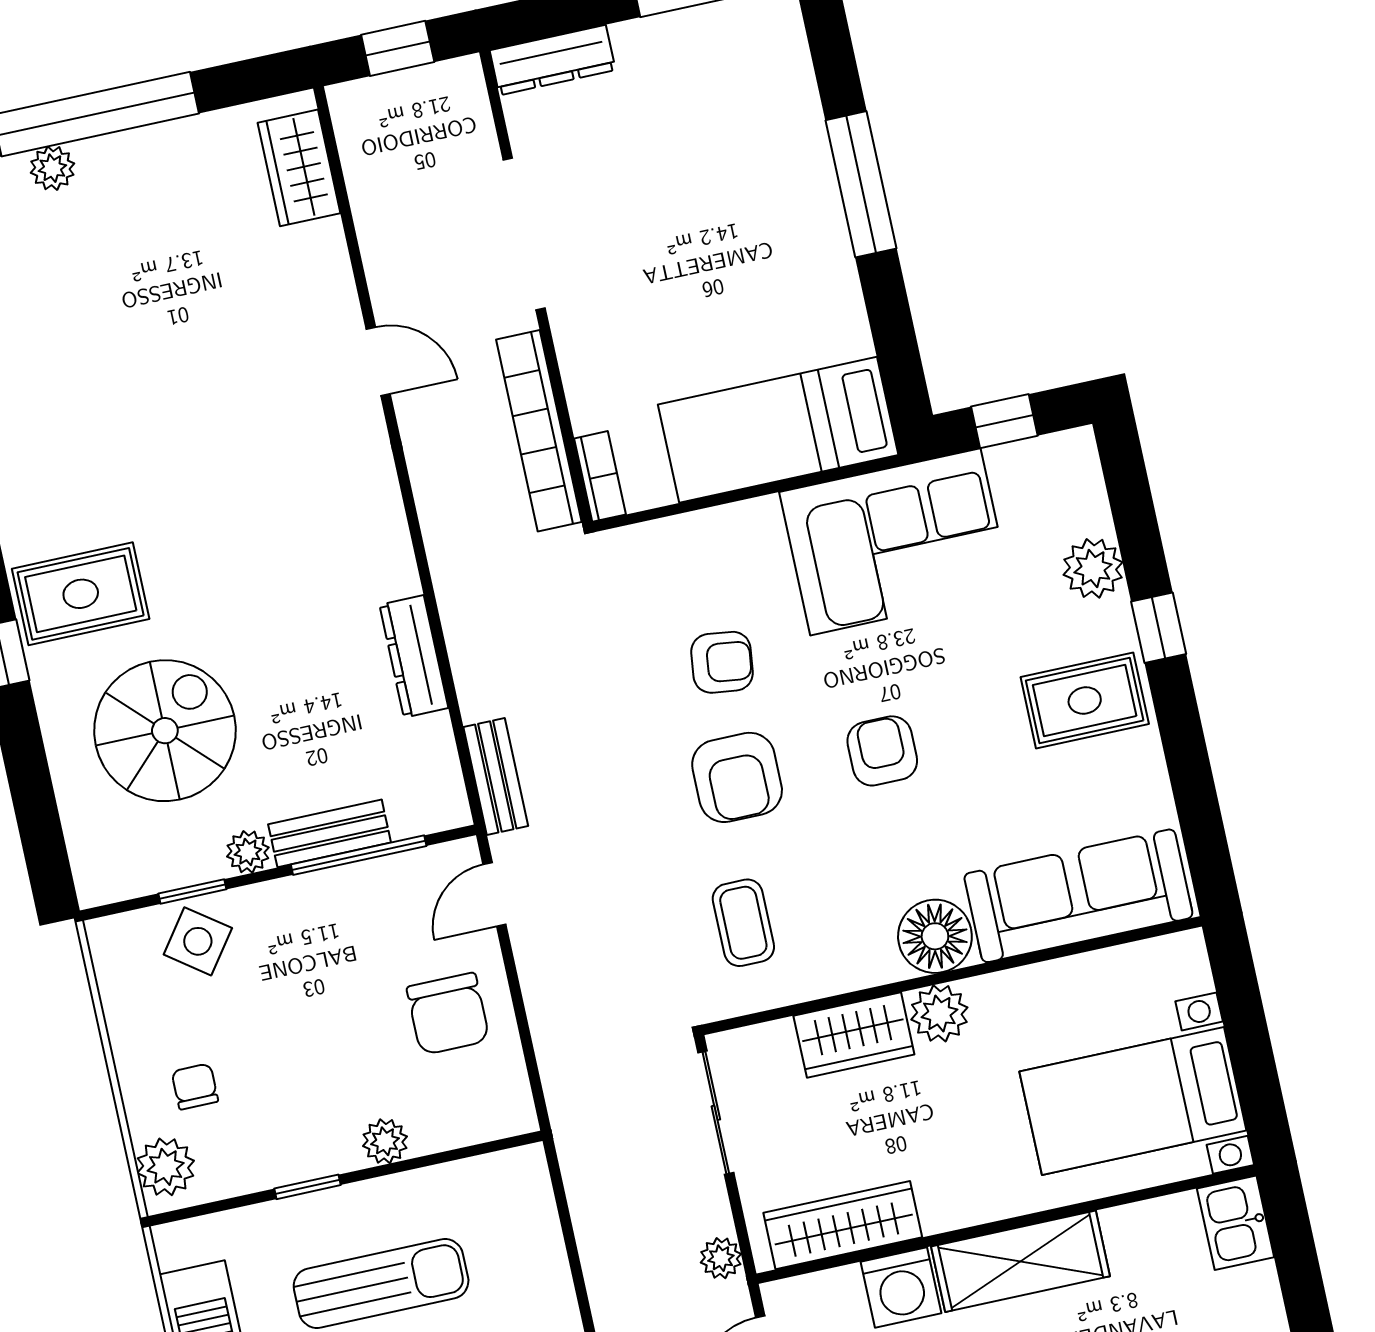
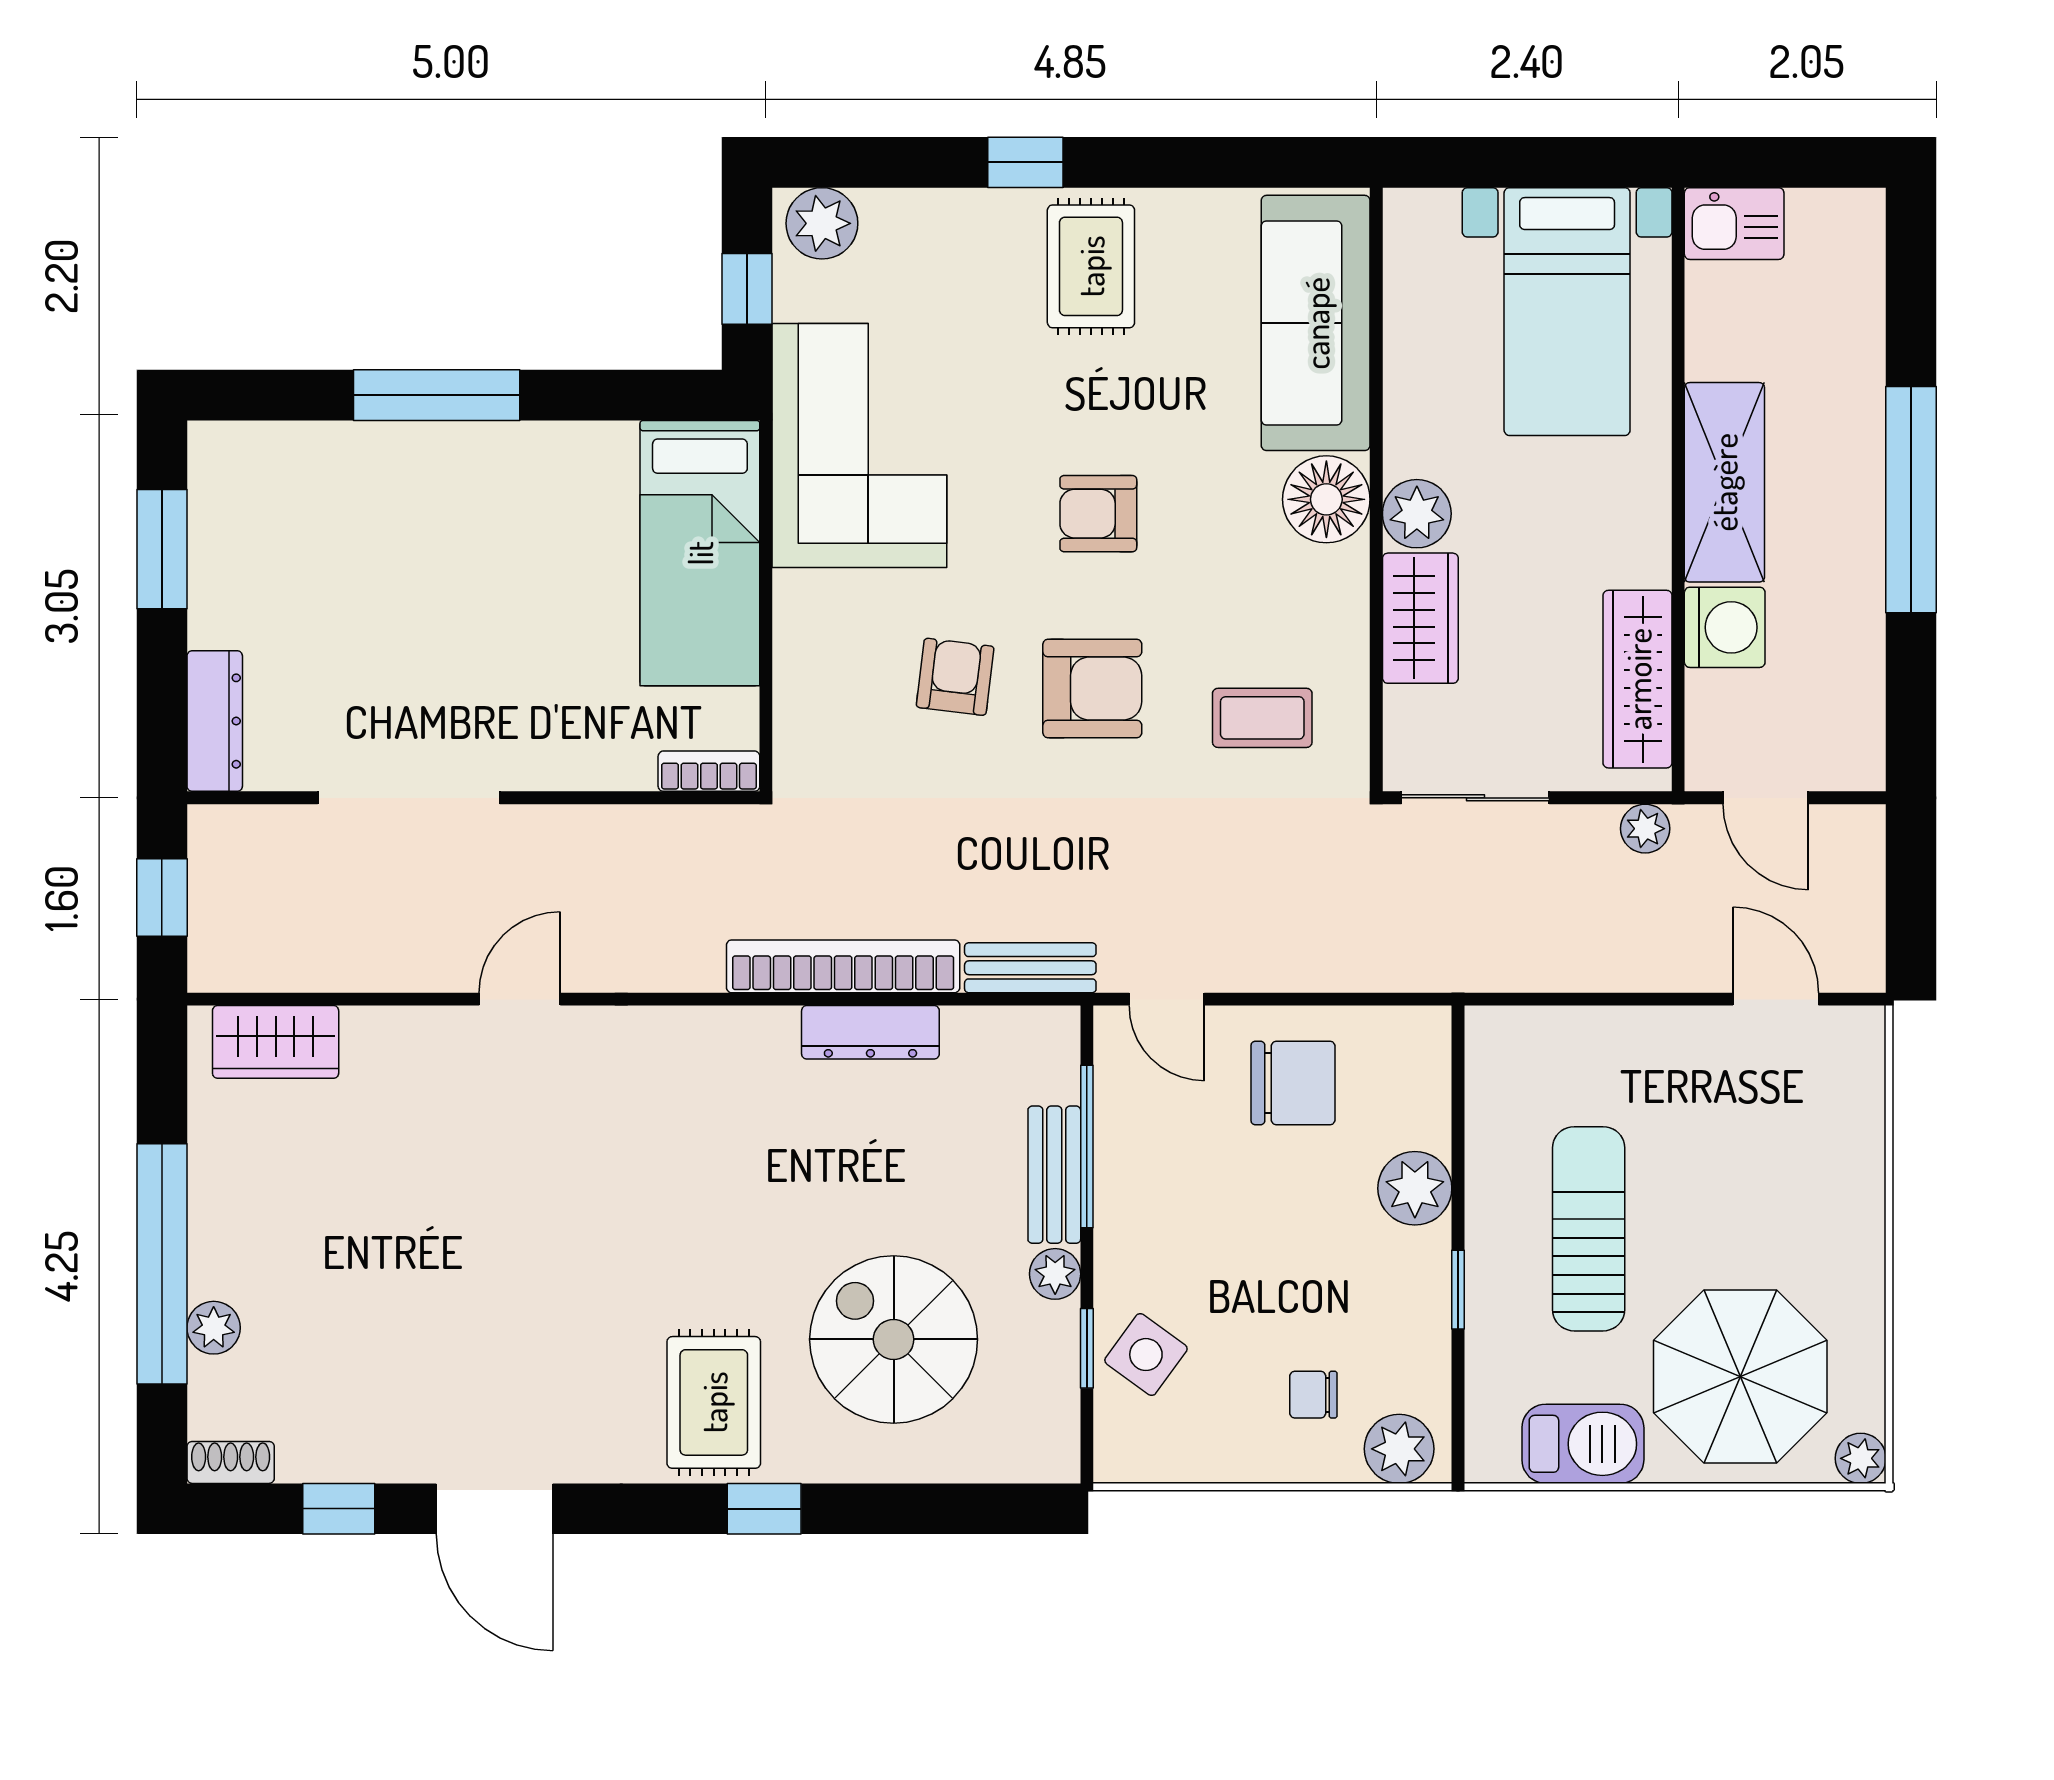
bookcase: (539, 431) -> (843, 966), moved, turned 180
plant: (1093, 568) -> (822, 223), moved
plant: (385, 1141) -> (1415, 1188), width x1.38, depth x1.38

